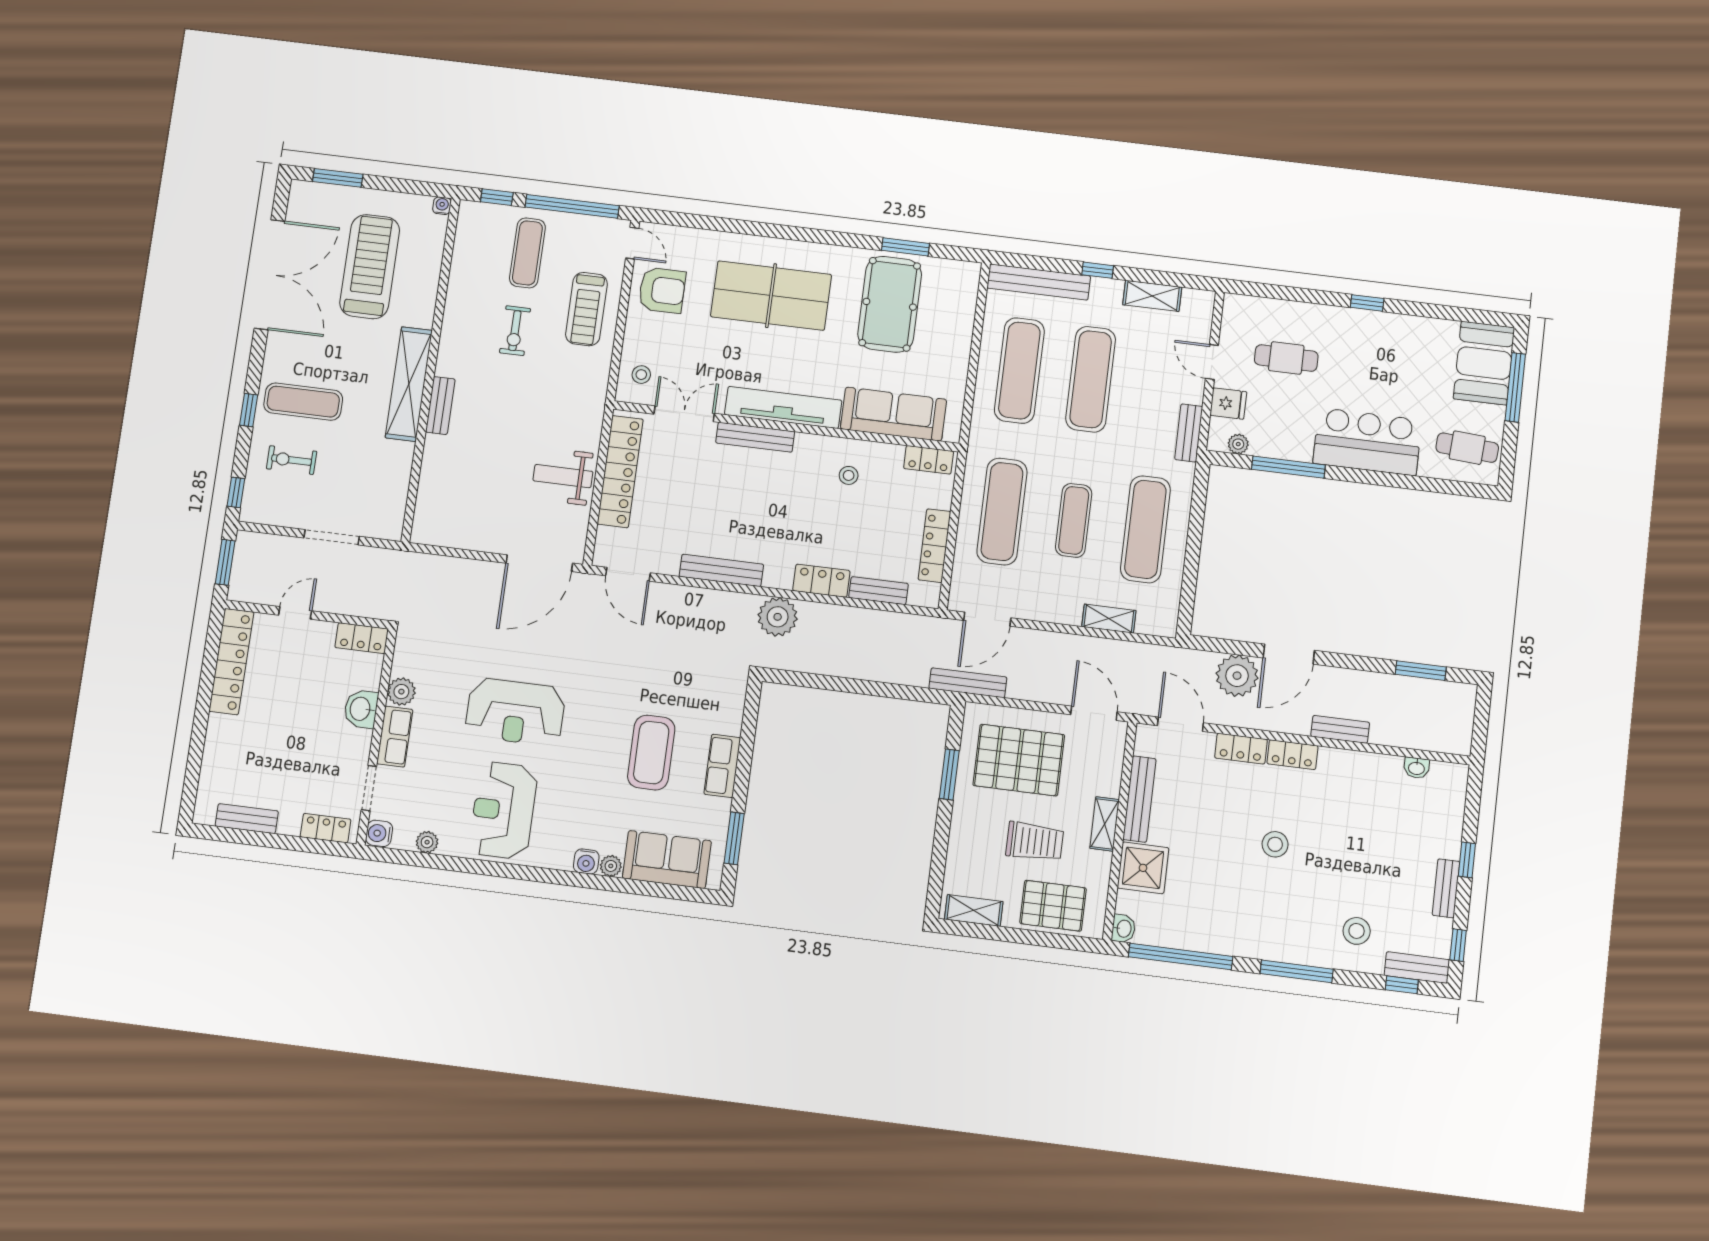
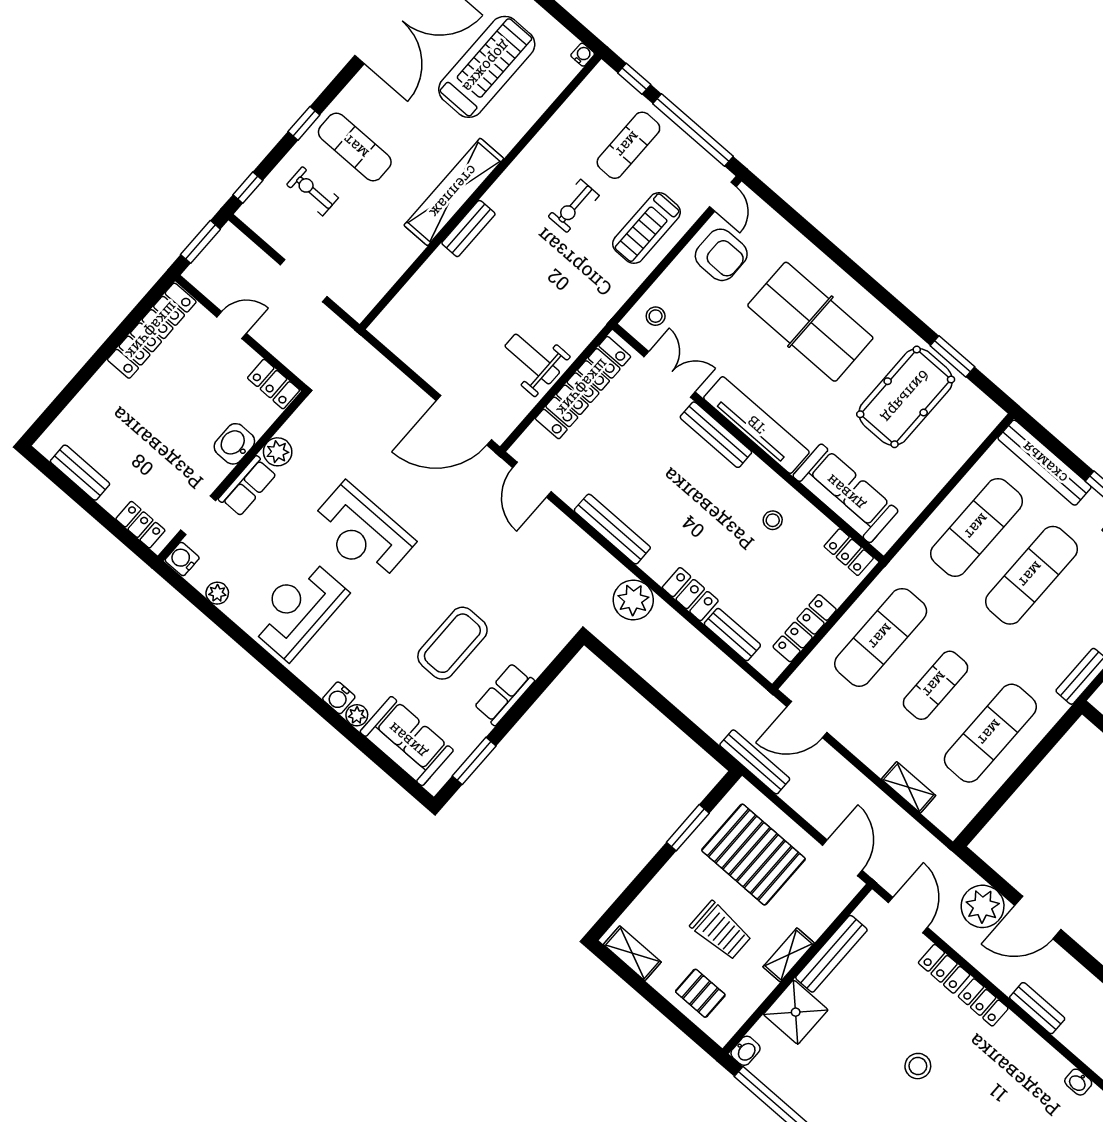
pallet: (1053, 906) -> (700, 993), width x0.67, depth x0.71

